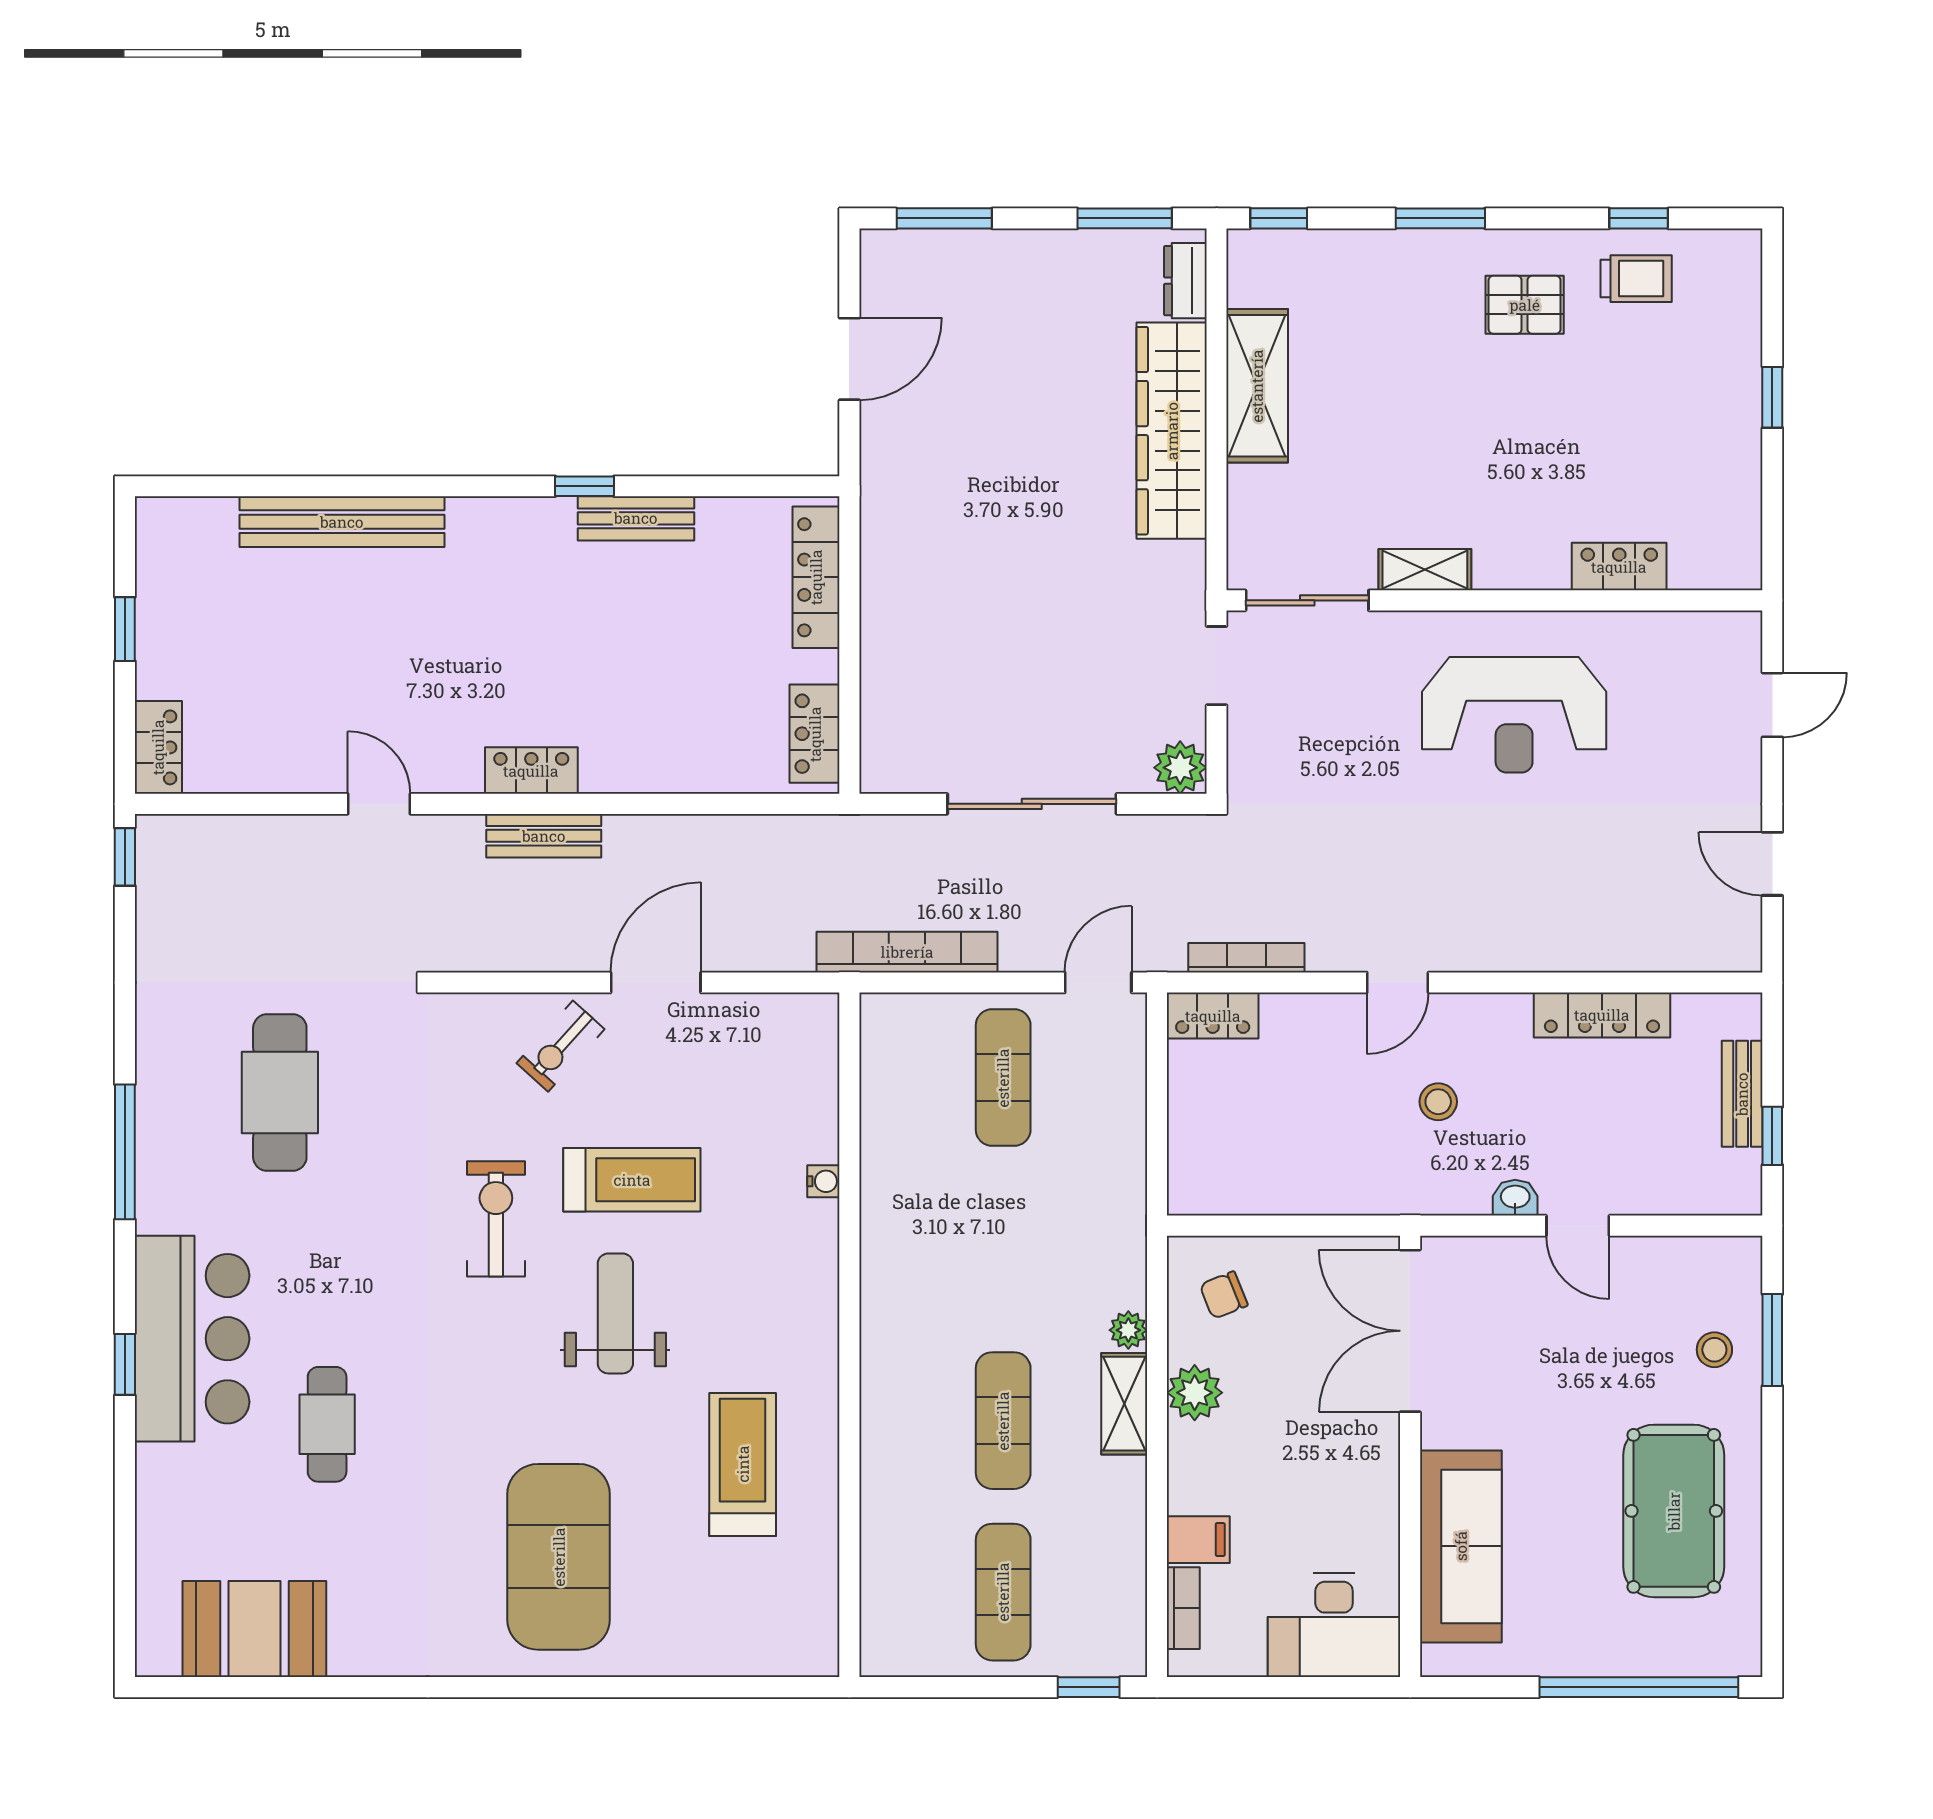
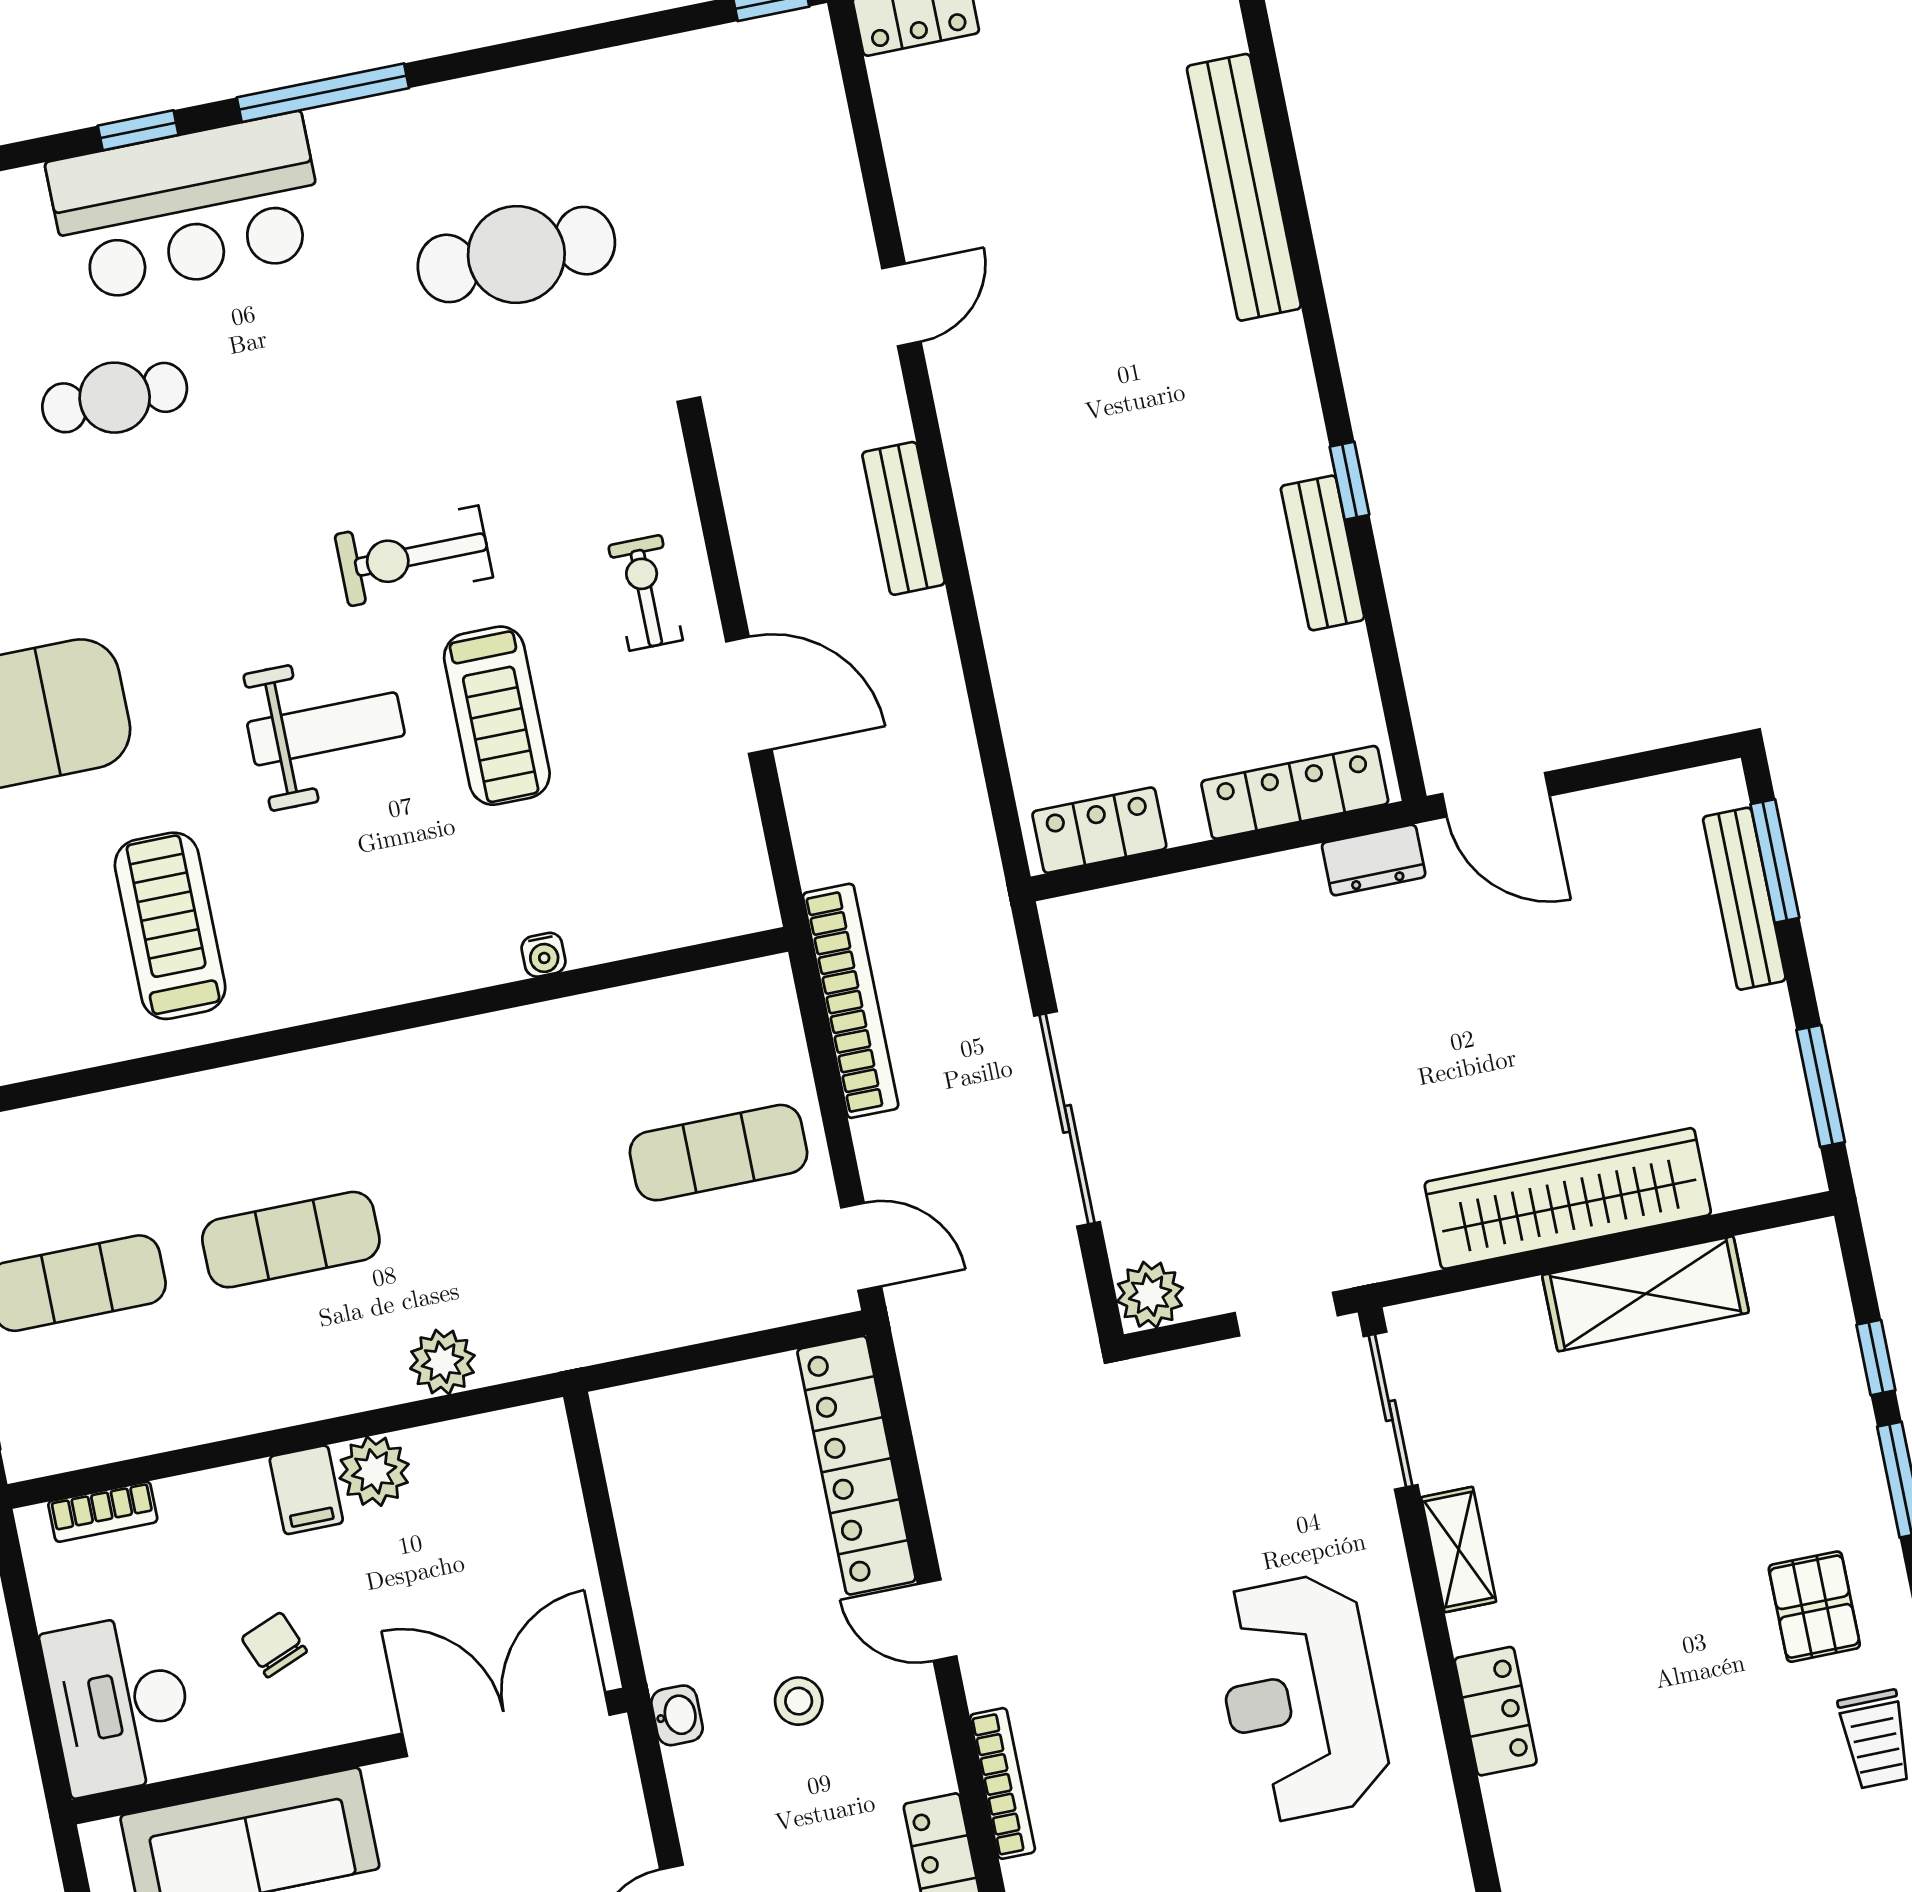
window: (1279, 218) -> (1876, 1358), moved
bench: (968, 248) -> (1744, 899), added
dresser: (1185, 281) -> (1374, 860), moved, turned 180
door: (849, 359) -> (1496, 795), moved
locker: (1619, 567) -> (1496, 1711), moved
locker: (531, 771) -> (982, 486), removed
bookcase: (1246, 958) -> (1002, 1783), moved
locker: (1213, 1016) -> (856, 1465), width x2.16, depth x1.21
exercise bike: (561, 1046) -> (645, 593), turned 48
window: (125, 1152) -> (323, 93), moved
washbasin: (1515, 1198) -> (677, 1715), moved
exercise bike: (496, 1219) -> (414, 556), turned 180
chair: (1224, 1295) -> (274, 1645), moved
plant: (1128, 1330) -> (442, 1362), width x1.38, depth x1.38
shelving: (1124, 1404) -> (343, 1386), removed
treadmill: (743, 1464) -> (170, 926), turned -90
filing cabinet: (1198, 1540) -> (306, 1490), moved

